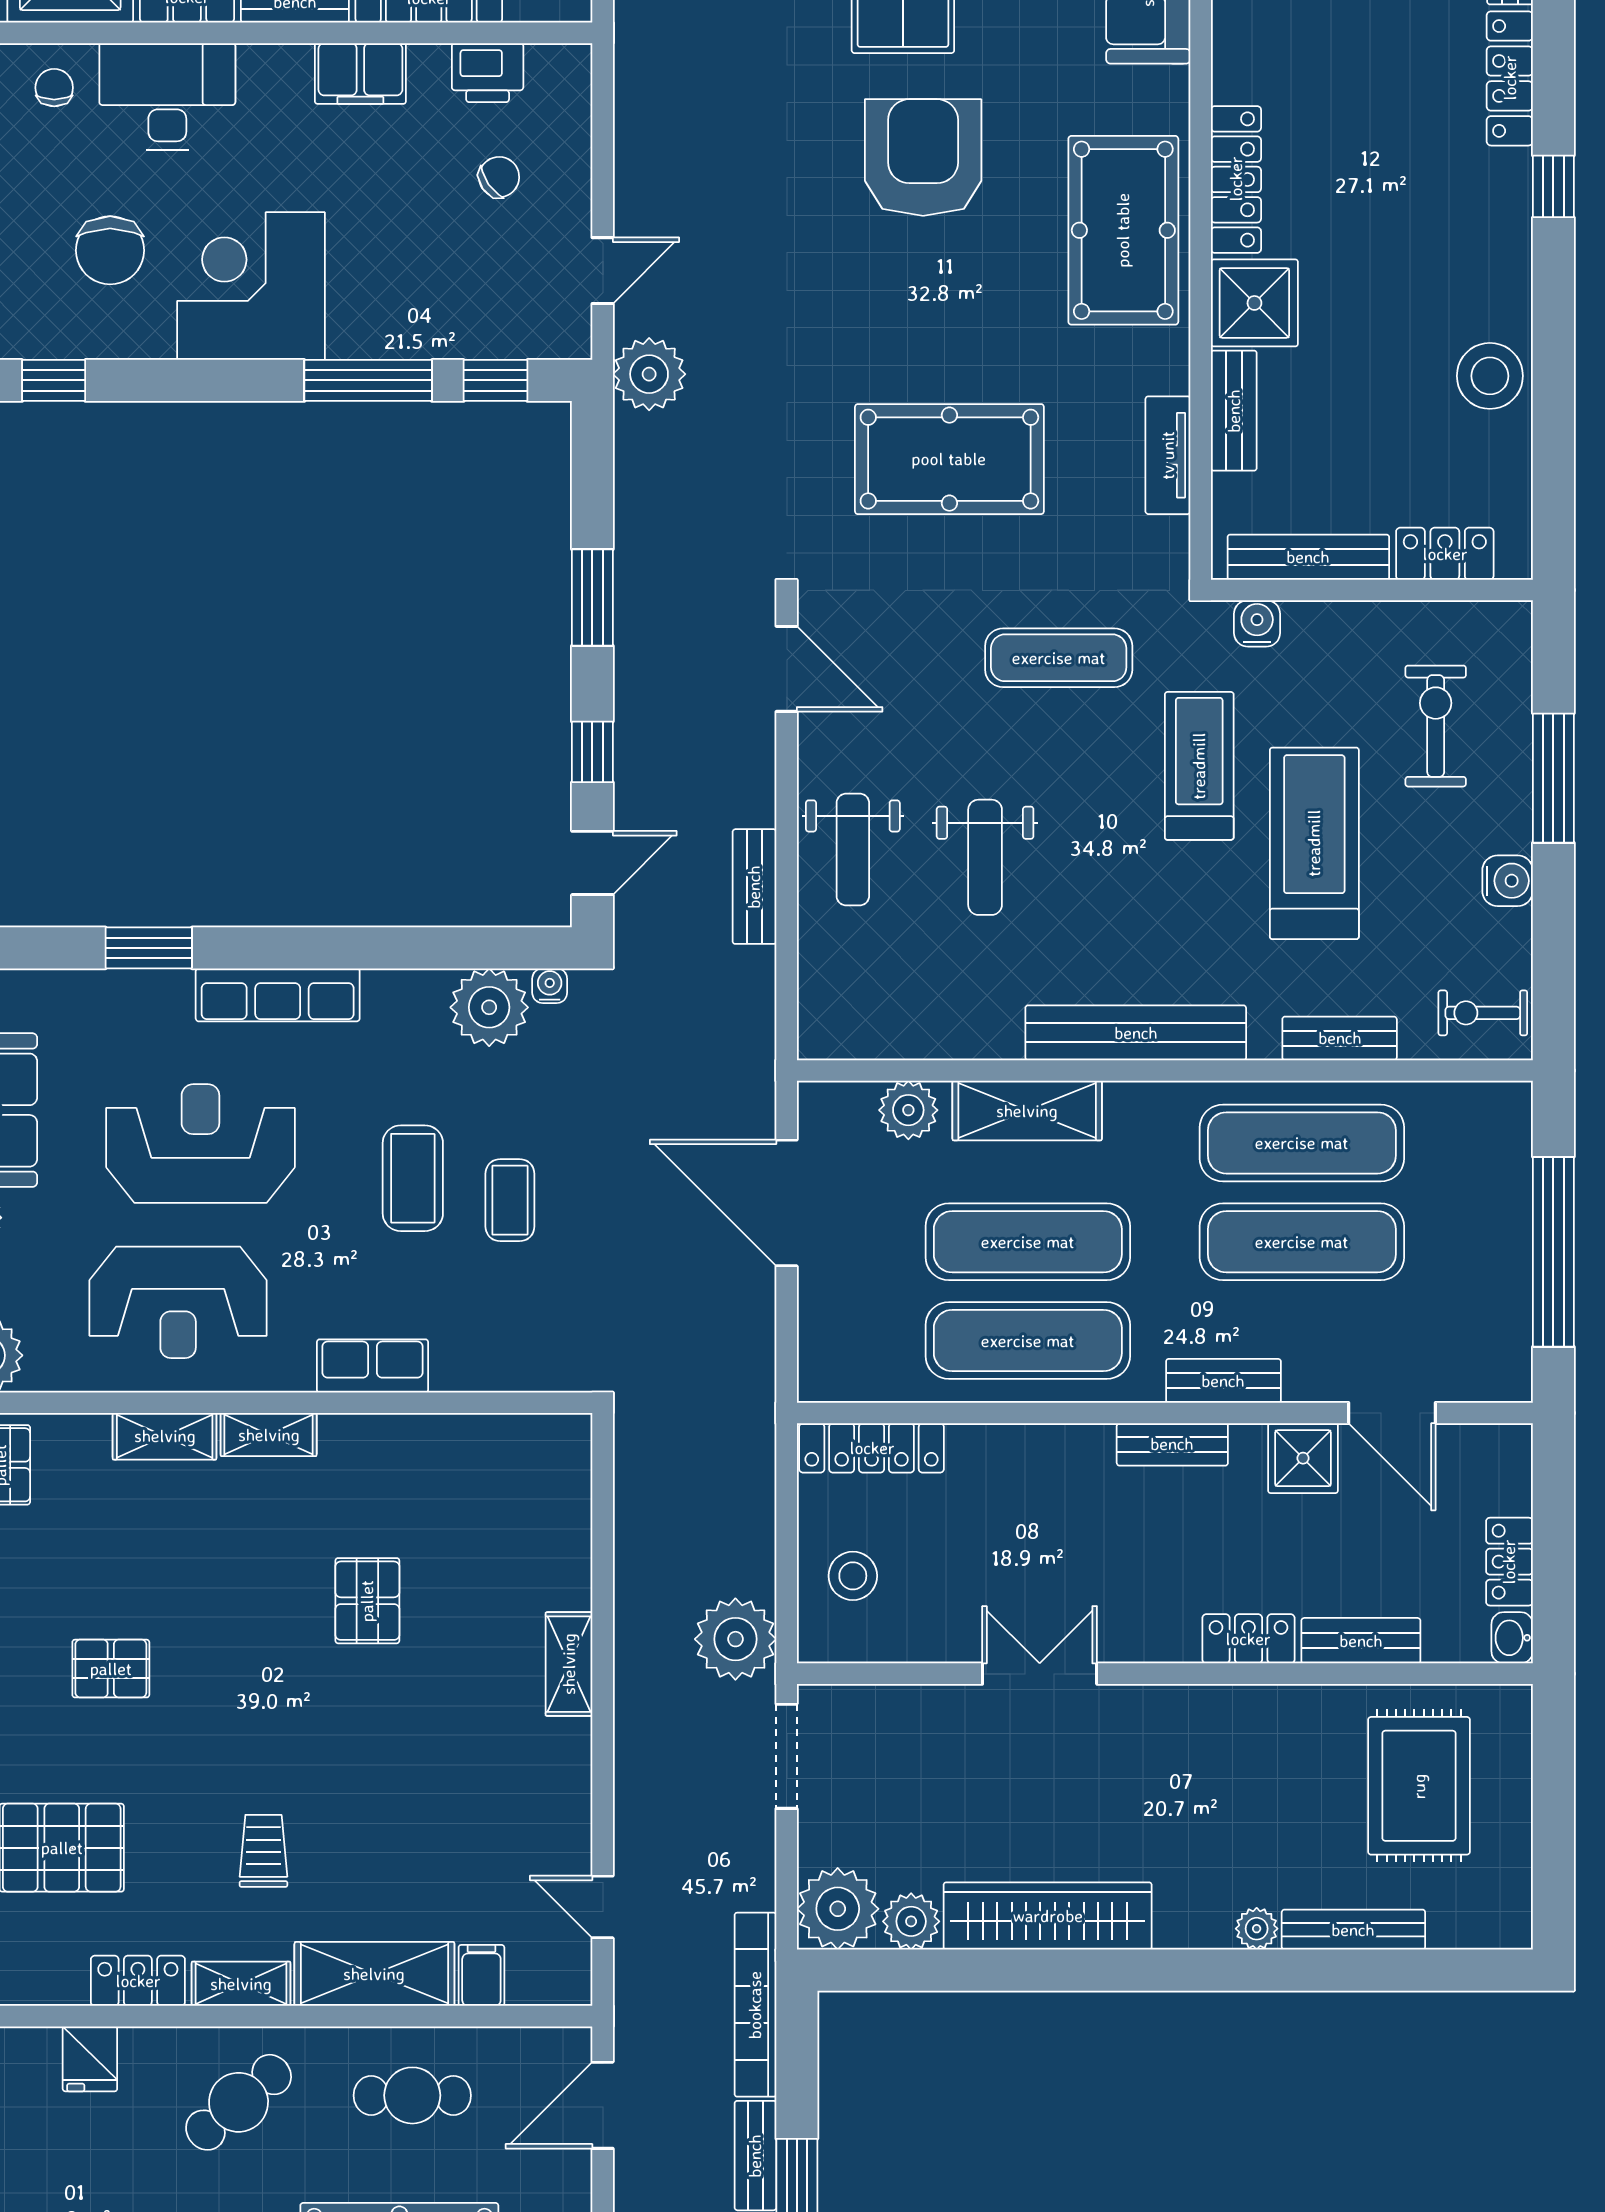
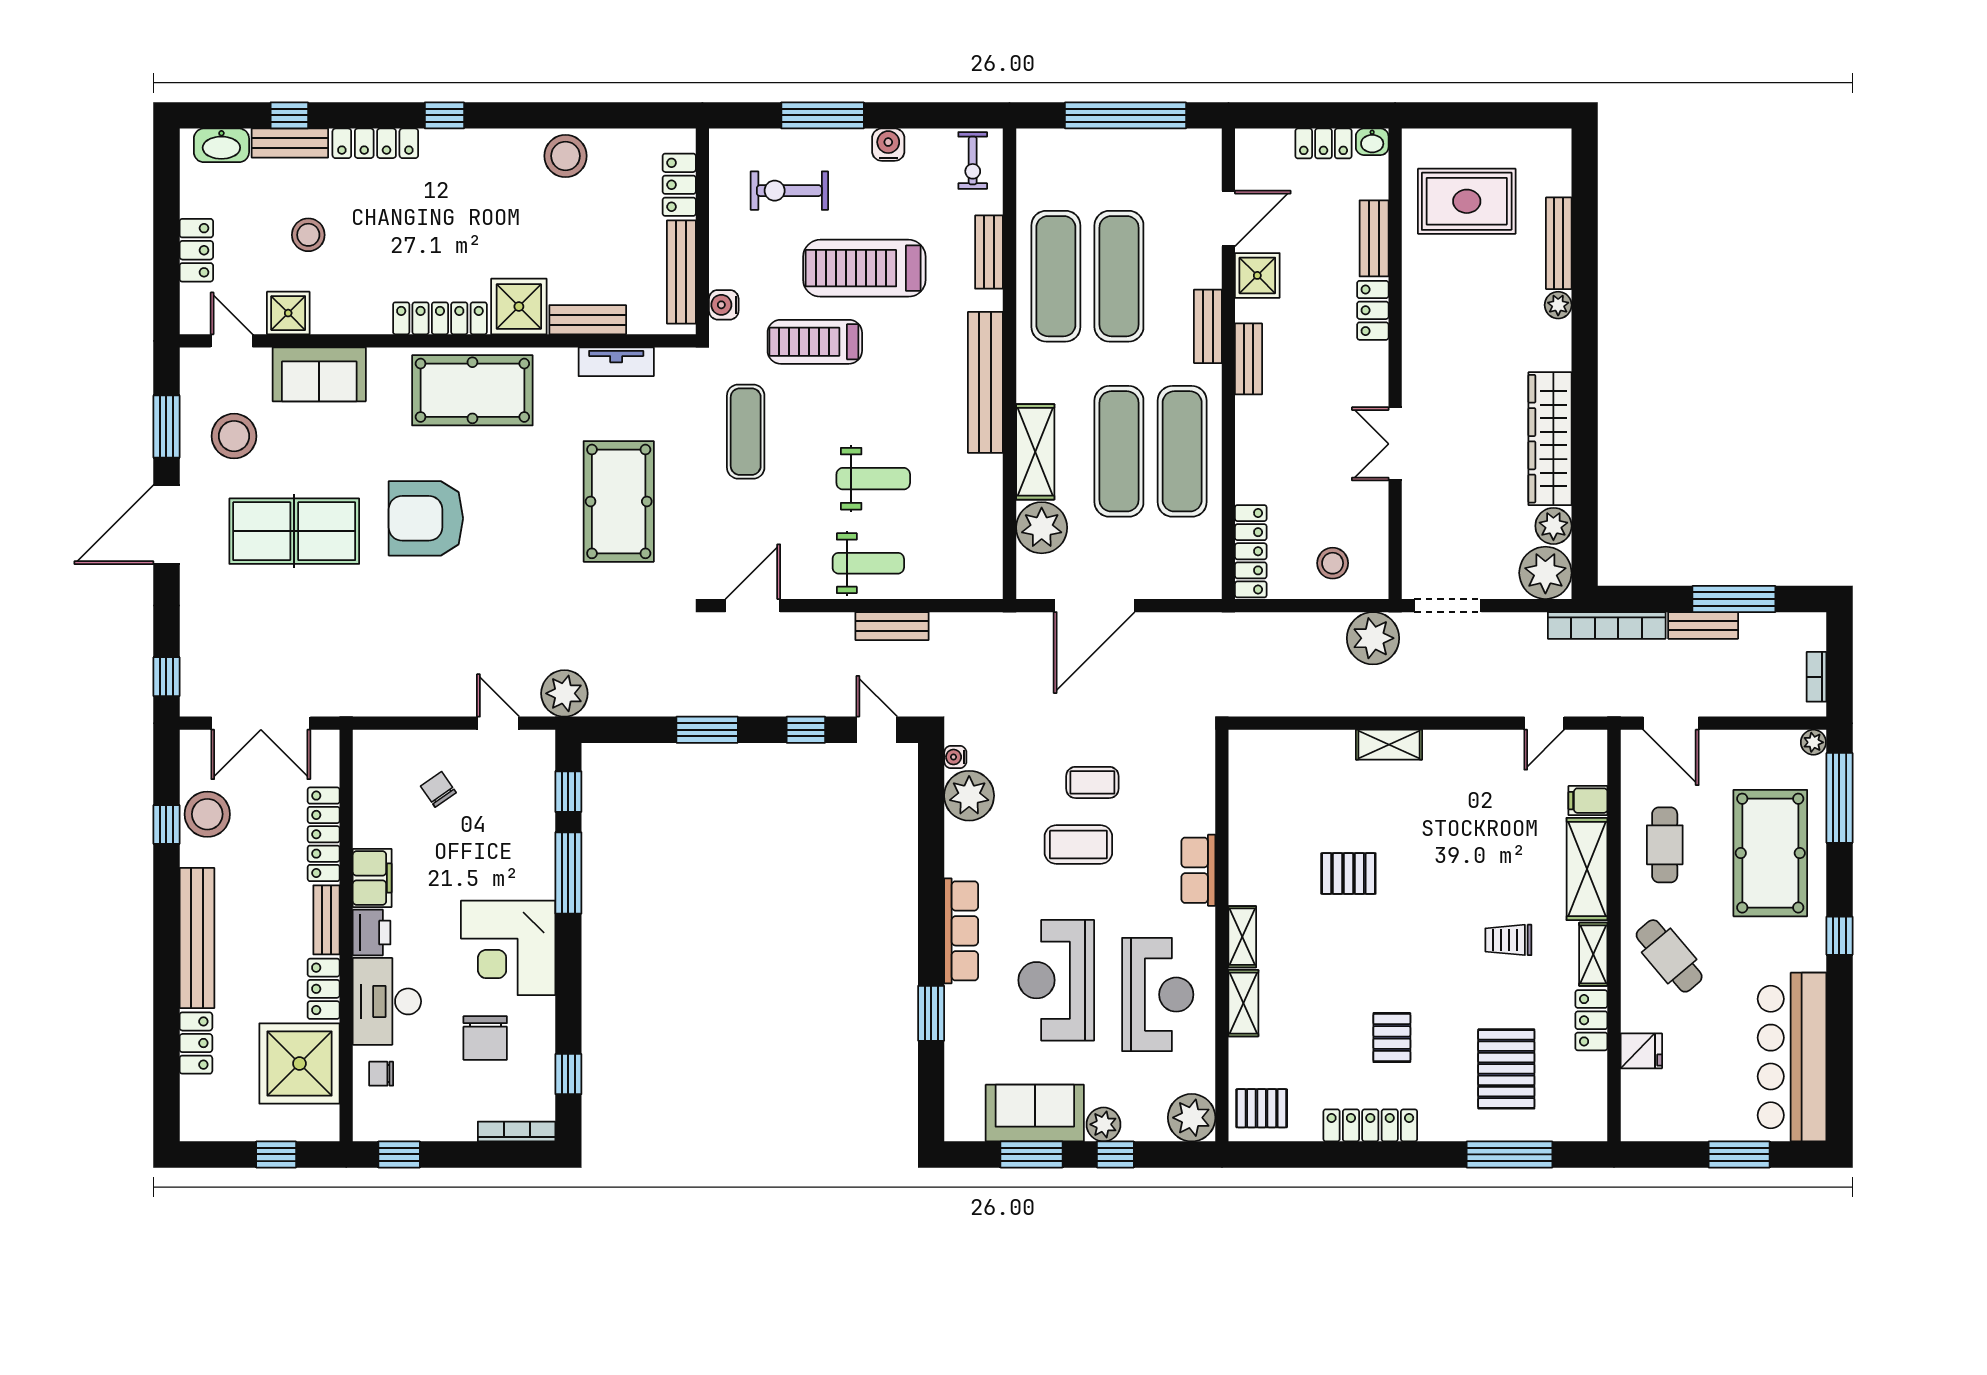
printer: (488, 73) -> (372, 933), moved
chair: (110, 250) -> (485, 1038), turned 90
plant: (908, 1110) -> (1042, 528), width x1.36, depth x1.36

